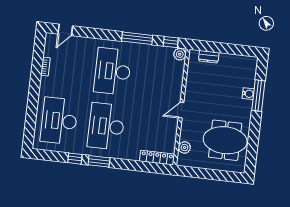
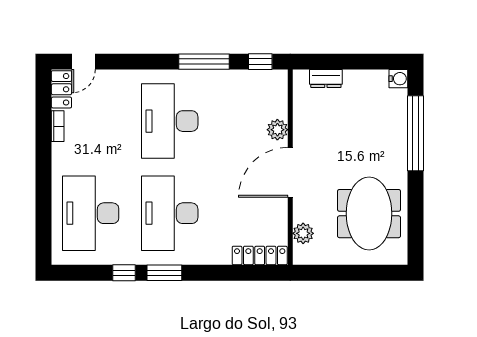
locker: (50, 45) -> (61, 89), added
plant: (180, 54) -> (277, 130), moved
water cooler: (248, 94) -> (398, 79), moved
window: (258, 96) -> (415, 133), width x1.46
door: (181, 110) -> (290, 172), width x1.87
meeting table: (225, 140) -> (369, 214), turned 90

